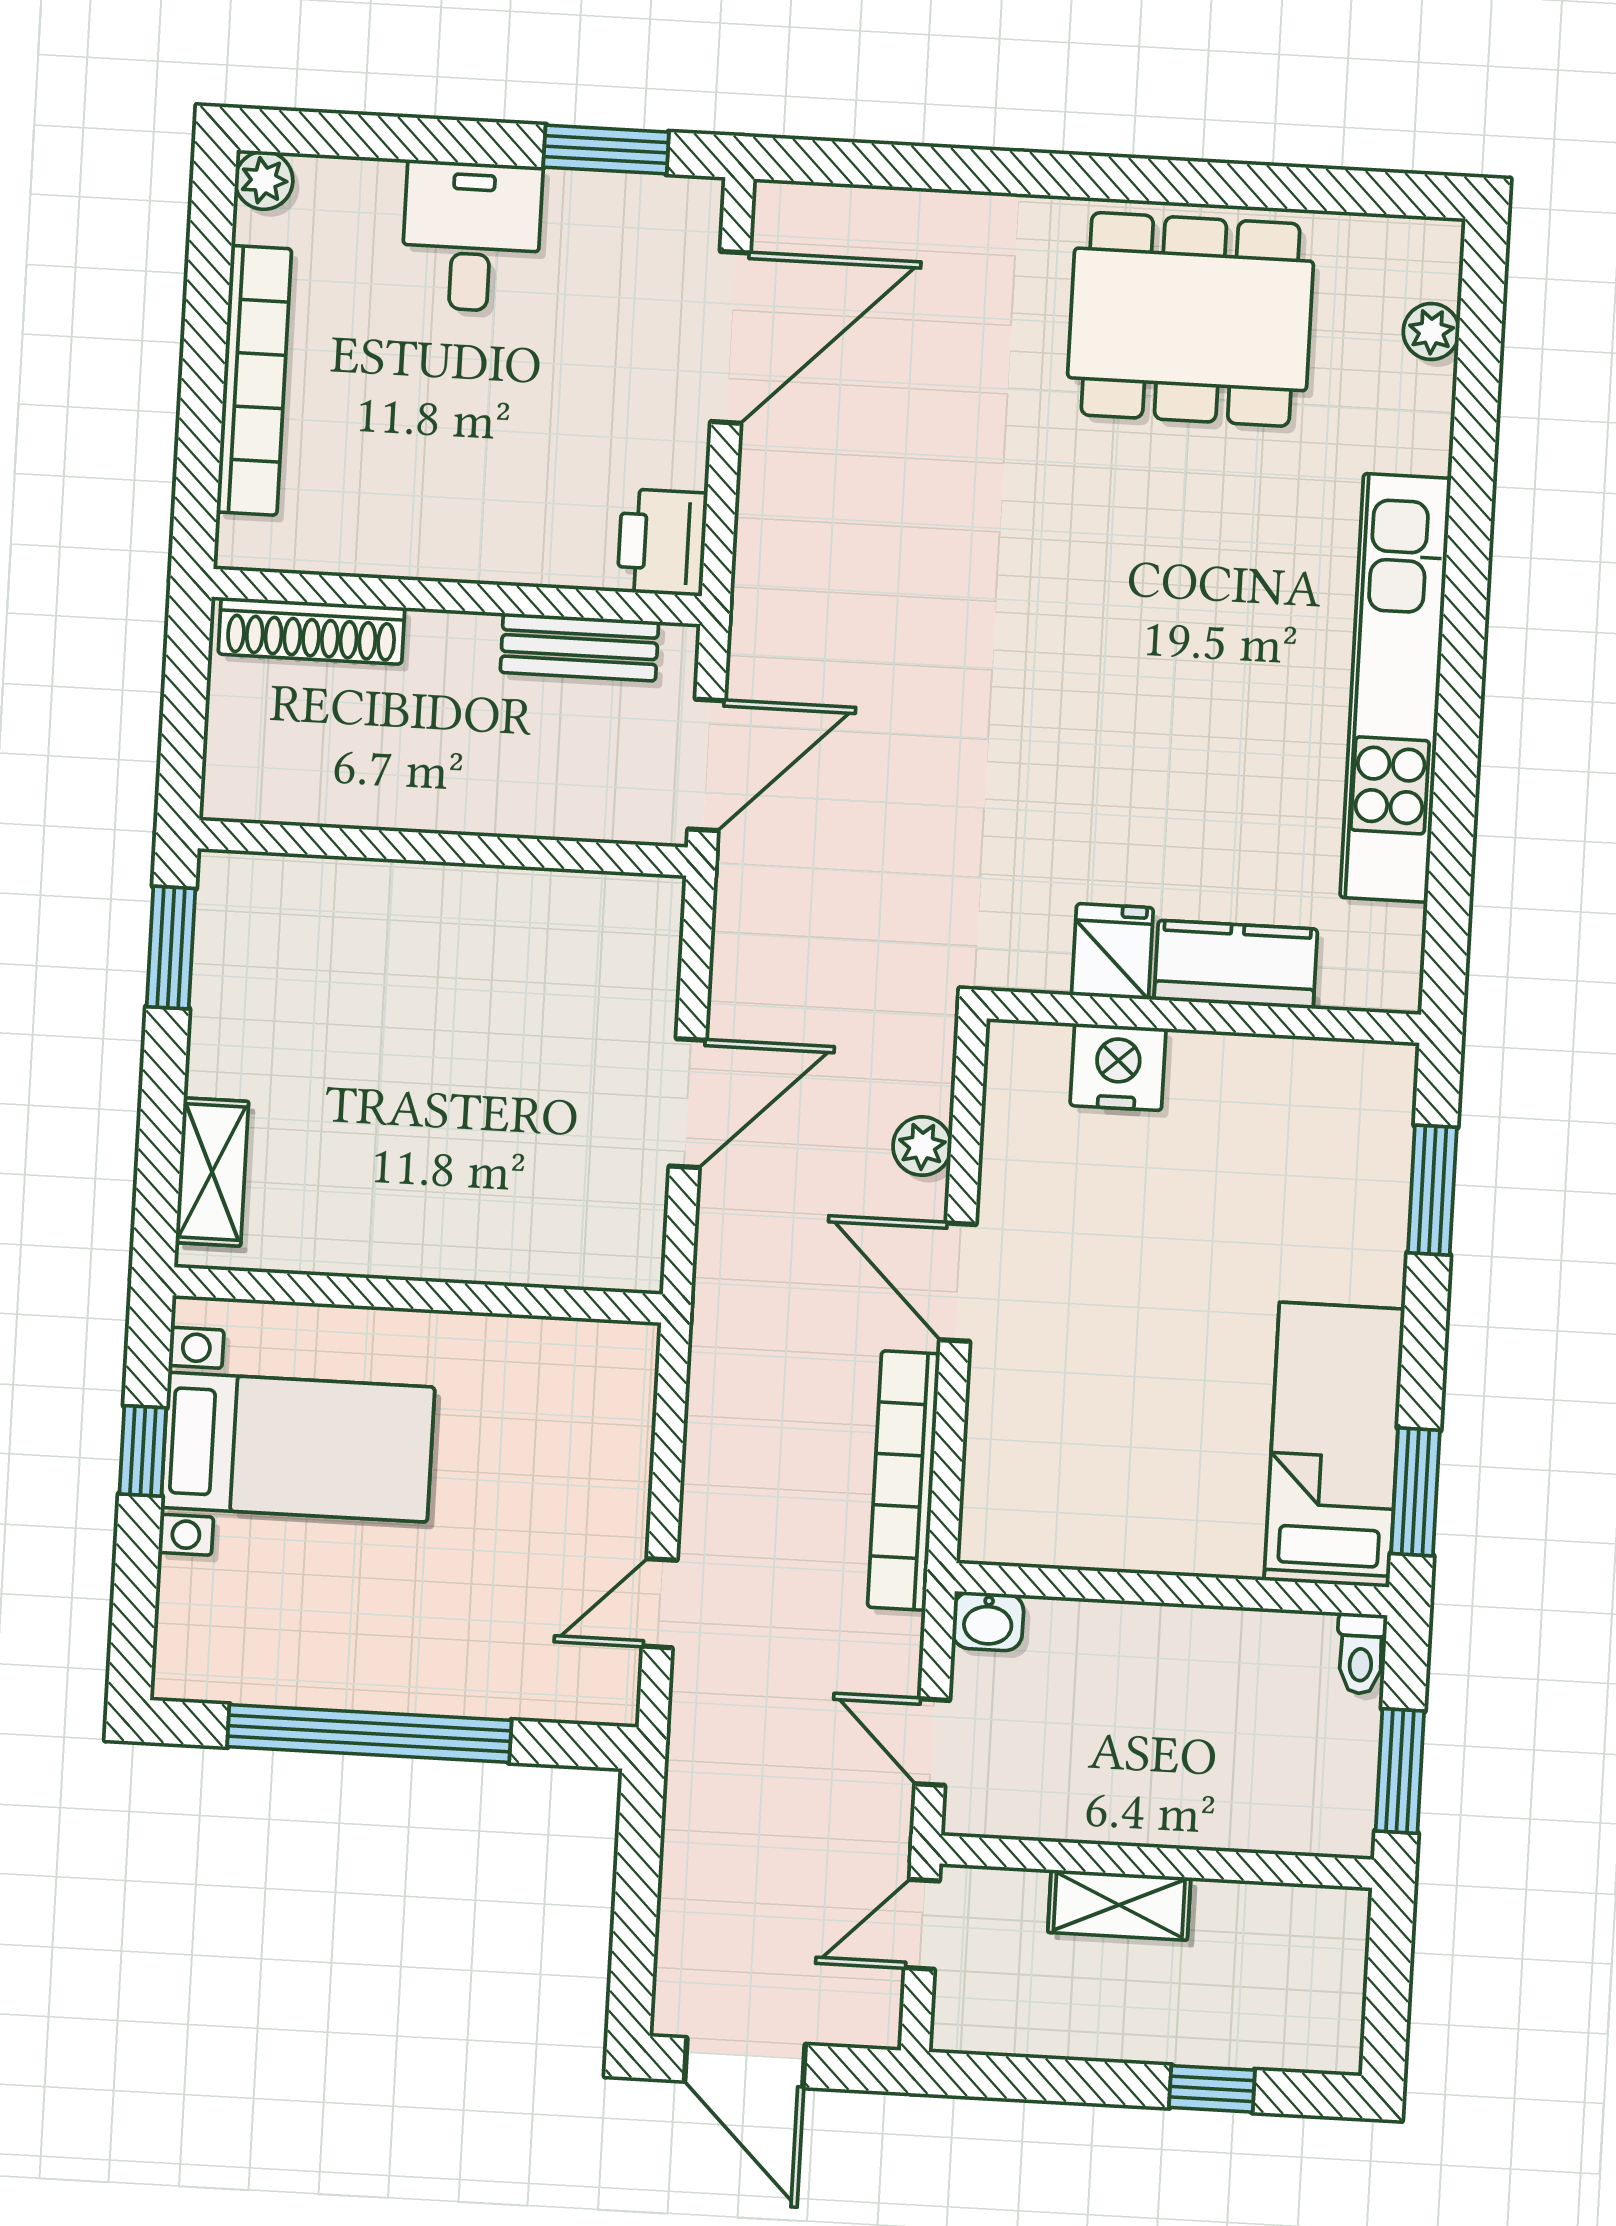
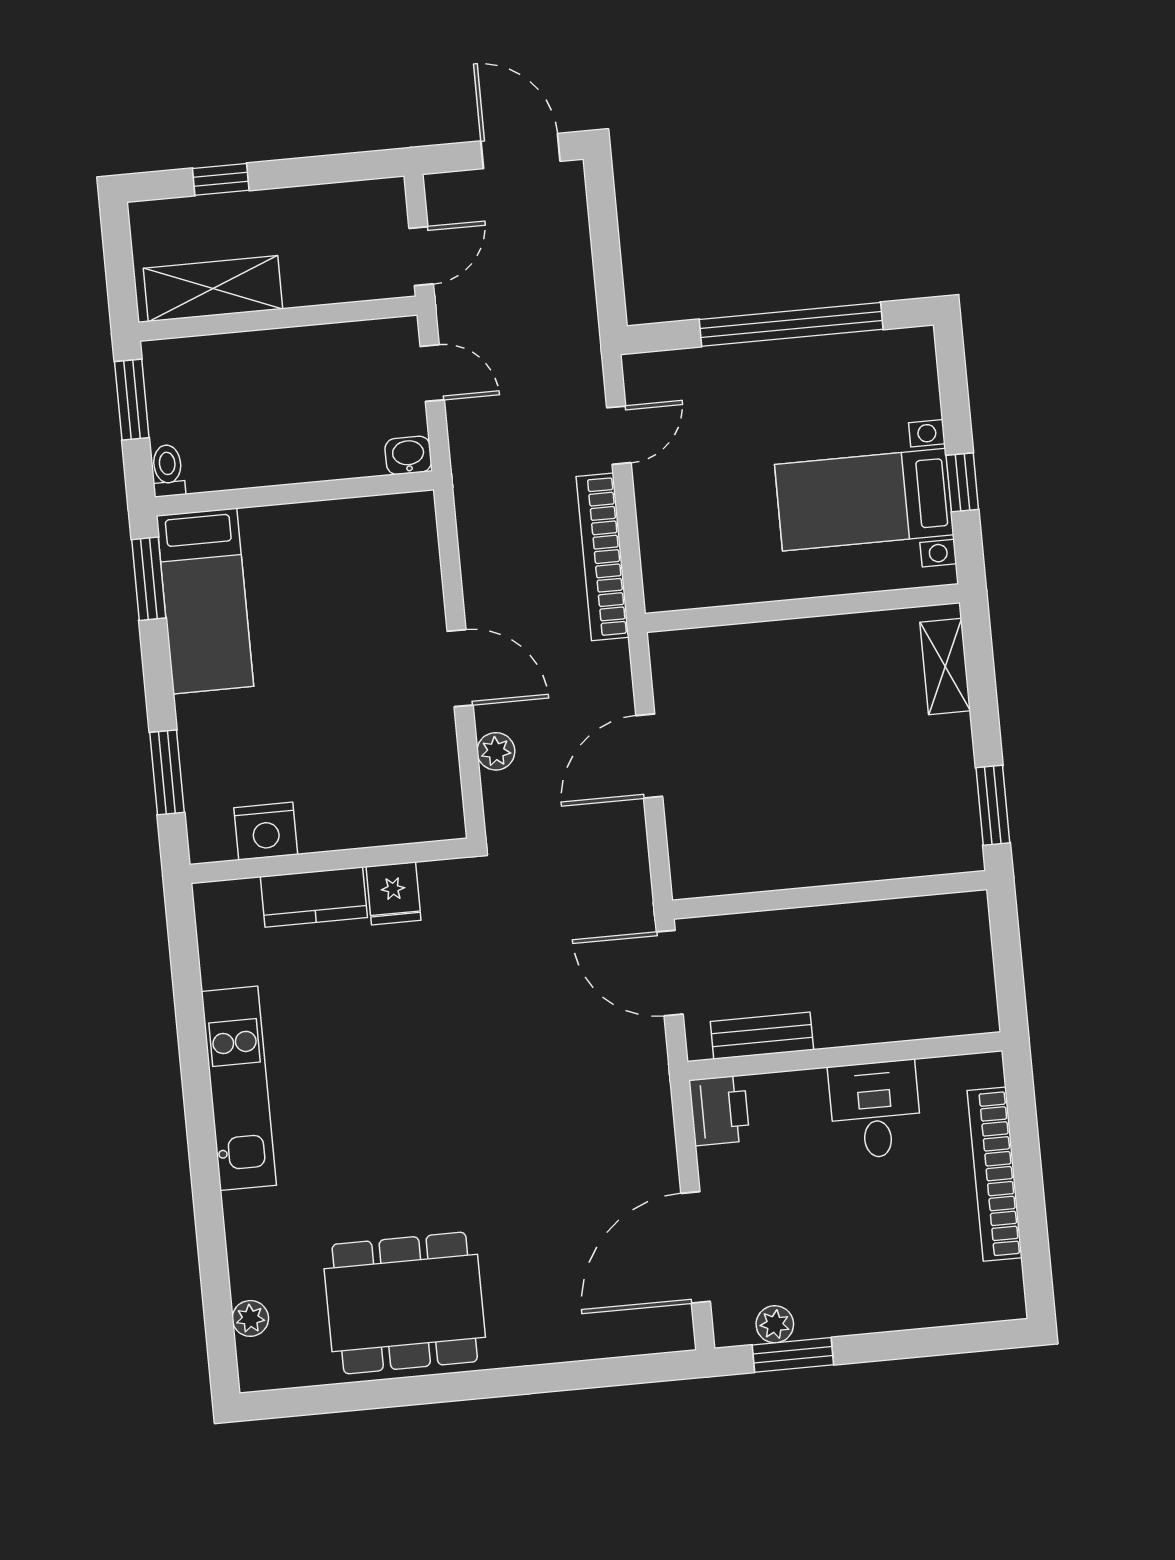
plant: (264, 180) -> (775, 1324), moved
desk: (472, 236) -> (875, 1110), moved, turned 180
shoe rack: (311, 631) -> (934, 1020), removed
kitchen unit: (1395, 688) -> (239, 1088), width x0.73
door: (707, 765) -> (670, 973), hinge flipped
nightstand: (1118, 1067) -> (266, 831), moved
bookcase: (904, 1481) -> (602, 557), moved, turned 180
shelving: (1119, 1905) -> (213, 289), moved, width x1.50, depth x1.33

